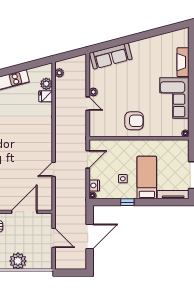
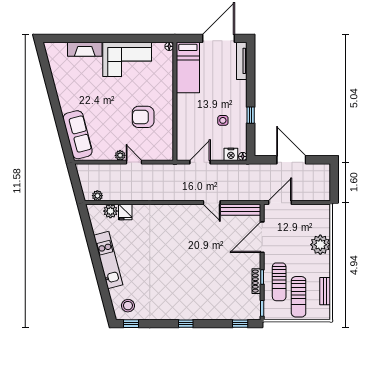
door: (88, 104) -> (134, 162), hinge flipped
armchair: (134, 121) -> (143, 117), moved, turned -90
door: (88, 159) -> (200, 162), hinge flipped
bed: (147, 178) -> (188, 67), moved, turned -90
bench: (48, 194) -> (241, 210), added
door: (24, 212) -> (262, 237), hinge flipped
door: (54, 238) -> (280, 203), moved

